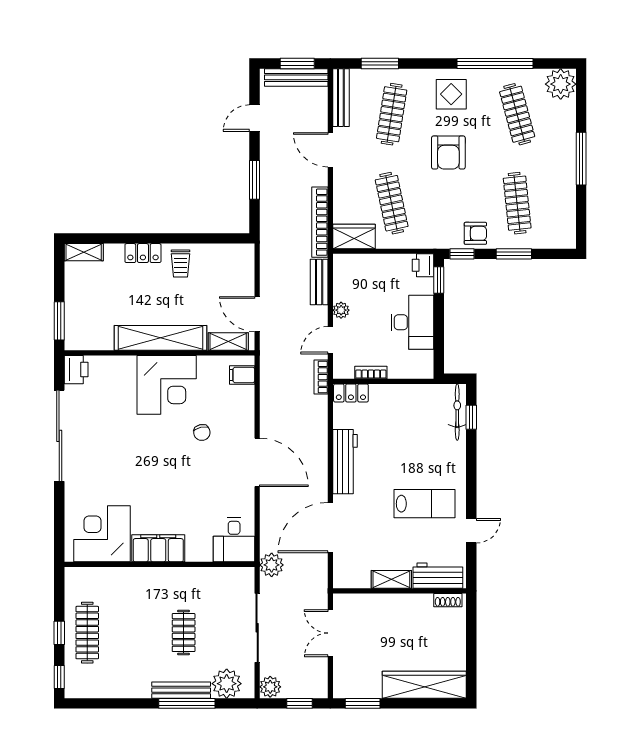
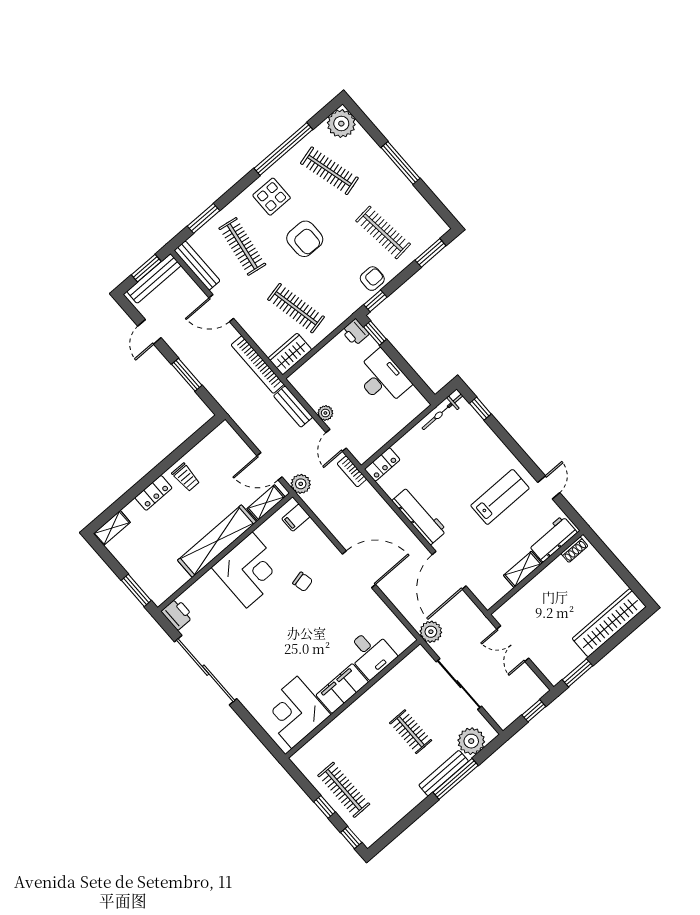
window: (514, 254) -> (431, 253), moved
bookcase: (371, 373) -> (384, 438), removed
bicycle: (457, 412) -> (442, 412), moved, turned -90
desk: (234, 540) -> (371, 653), moved
plant: (270, 687) -> (301, 484), moved

